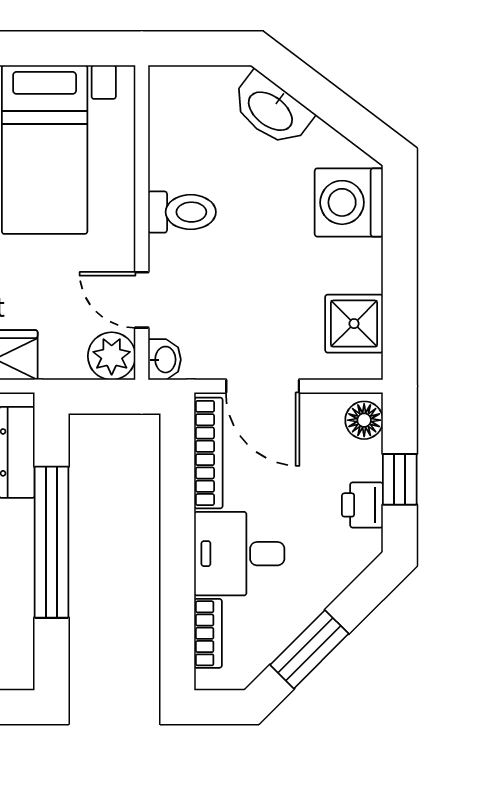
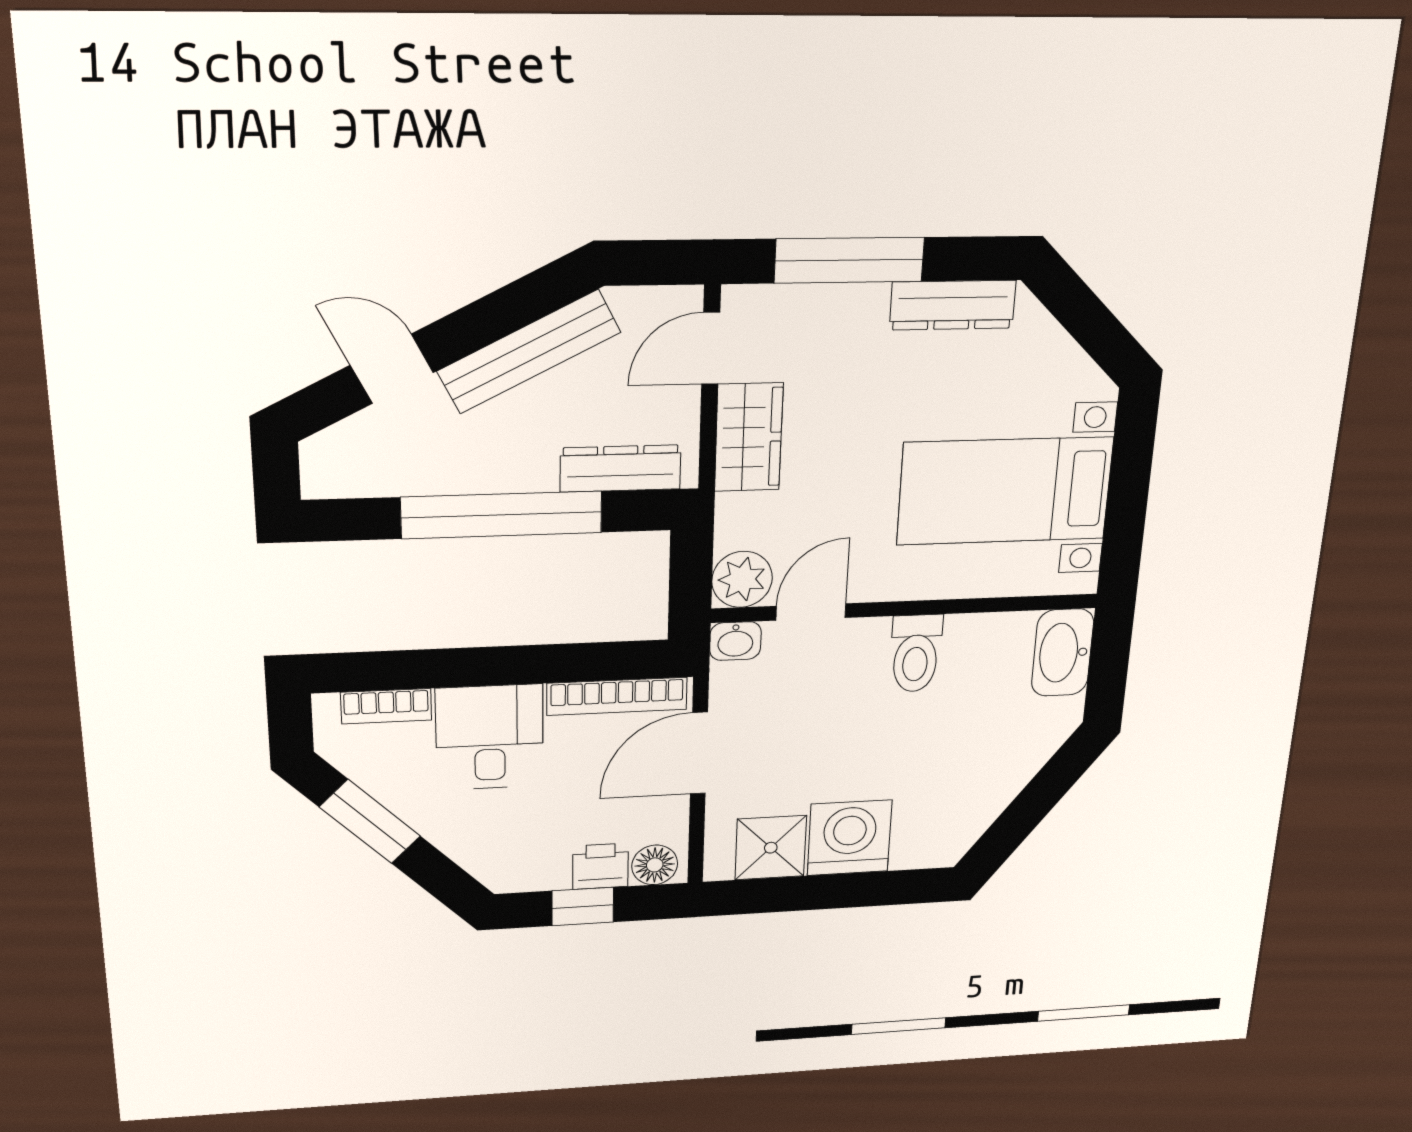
washbasin: (271, 110) -> (1063, 653), moved, turned -37
washing machine: (349, 202) -> (850, 838), moved
printer: (362, 505) -> (600, 866), moved

